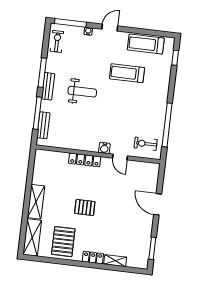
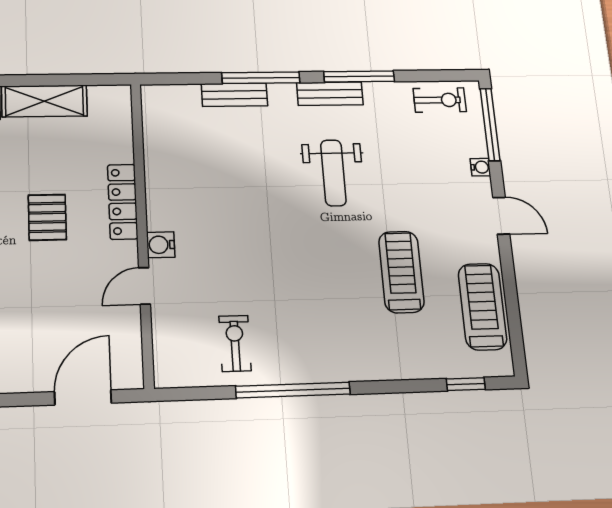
water cooler: (104, 148) -> (161, 245), moved
wall: (98, 154) -> (142, 232), moved
door: (120, 157) -> (145, 286), moved
locker: (85, 160) -> (123, 202), moved

